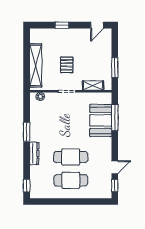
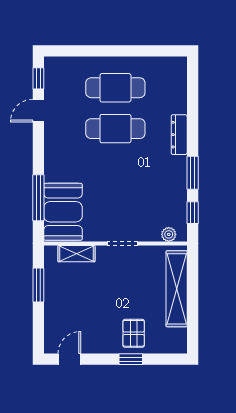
pallet: (67, 65) -> (134, 333), moved
booth: (101, 120) -> (63, 212), moved
window: (27, 186) -> (193, 213), moved

